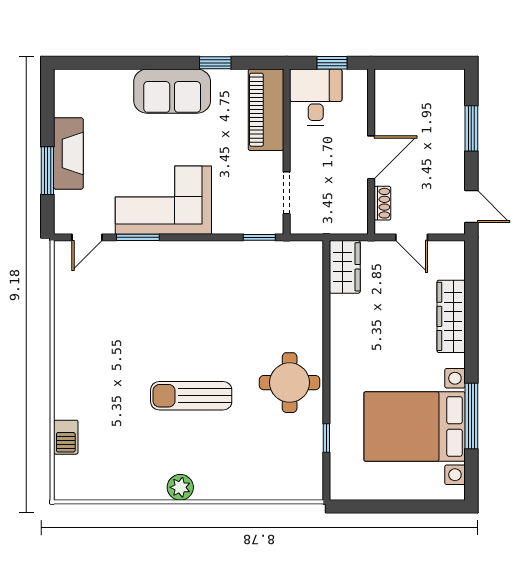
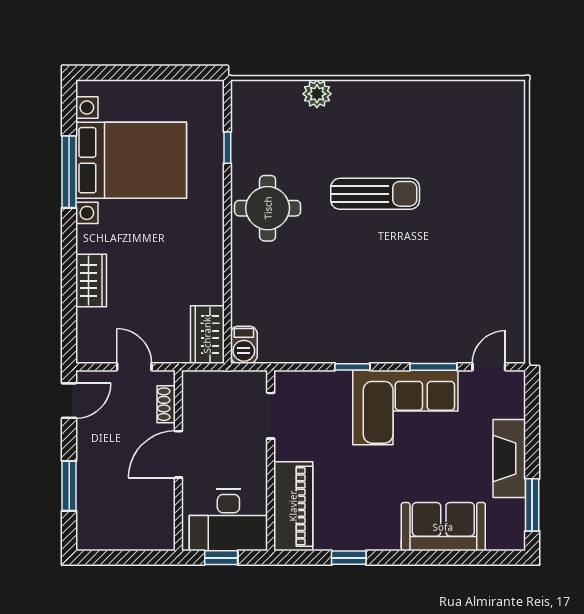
sofa: (172, 91) -> (443, 527), moved
desk: (316, 97) -> (228, 520), width x1.37
window: (47, 171) -> (532, 505), moved
door: (471, 206) -> (69, 401), swing flipped
window: (259, 237) -> (352, 367), moved
wardrobe: (451, 316) -> (91, 281), width x0.67
barbecue: (66, 437) -> (244, 345), moved, turned 180
plant: (180, 487) -> (317, 94), moved

